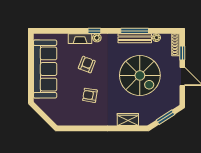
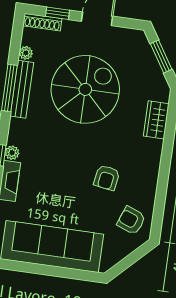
armchair: (87, 65) -> (131, 220), moved

